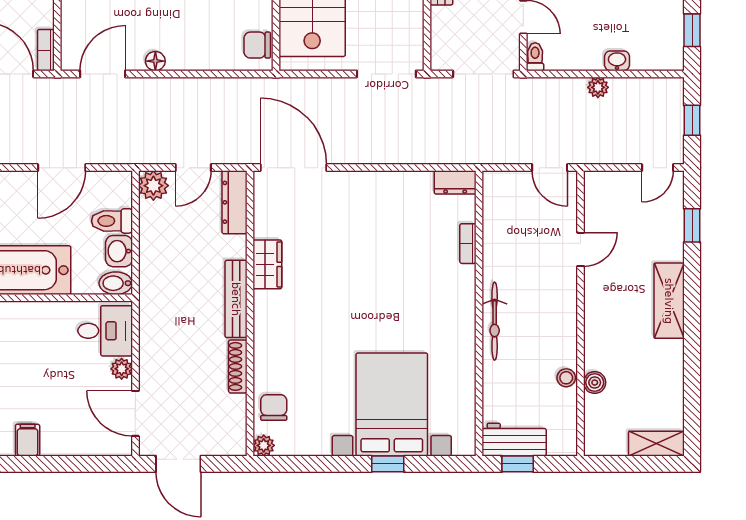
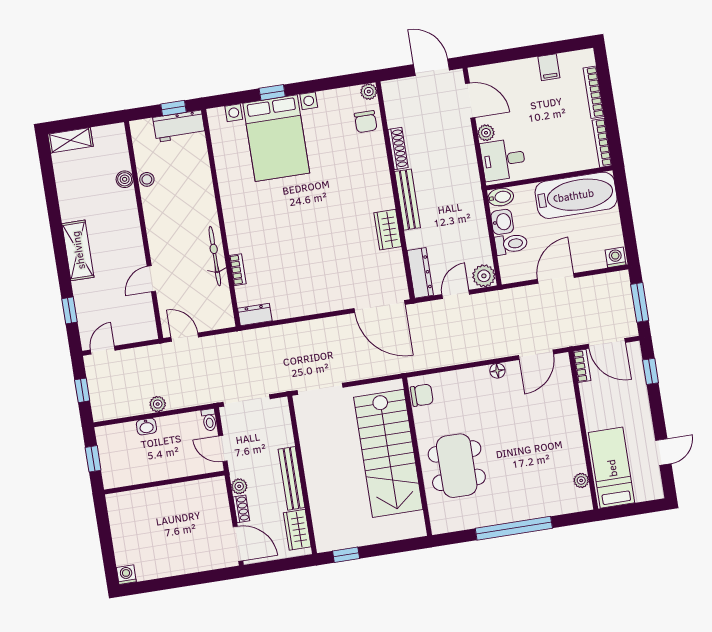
bicycle: (495, 321) -> (215, 256), moved

